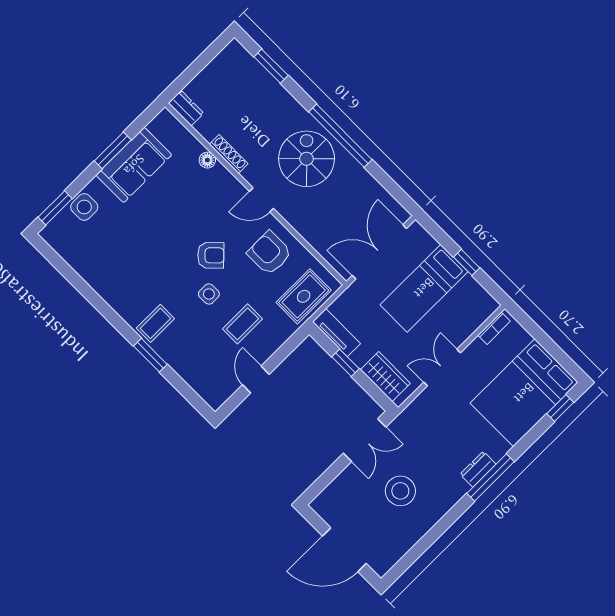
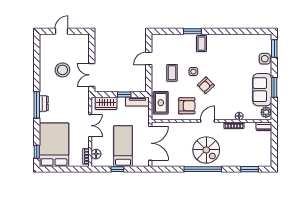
plant: (162, 126) -> (266, 112), added
floor lamp: (476, 317) -> (96, 154), added
door: (256, 380) -> (149, 59), swing flipped
door: (344, 550) -> (62, 31), width x0.53

